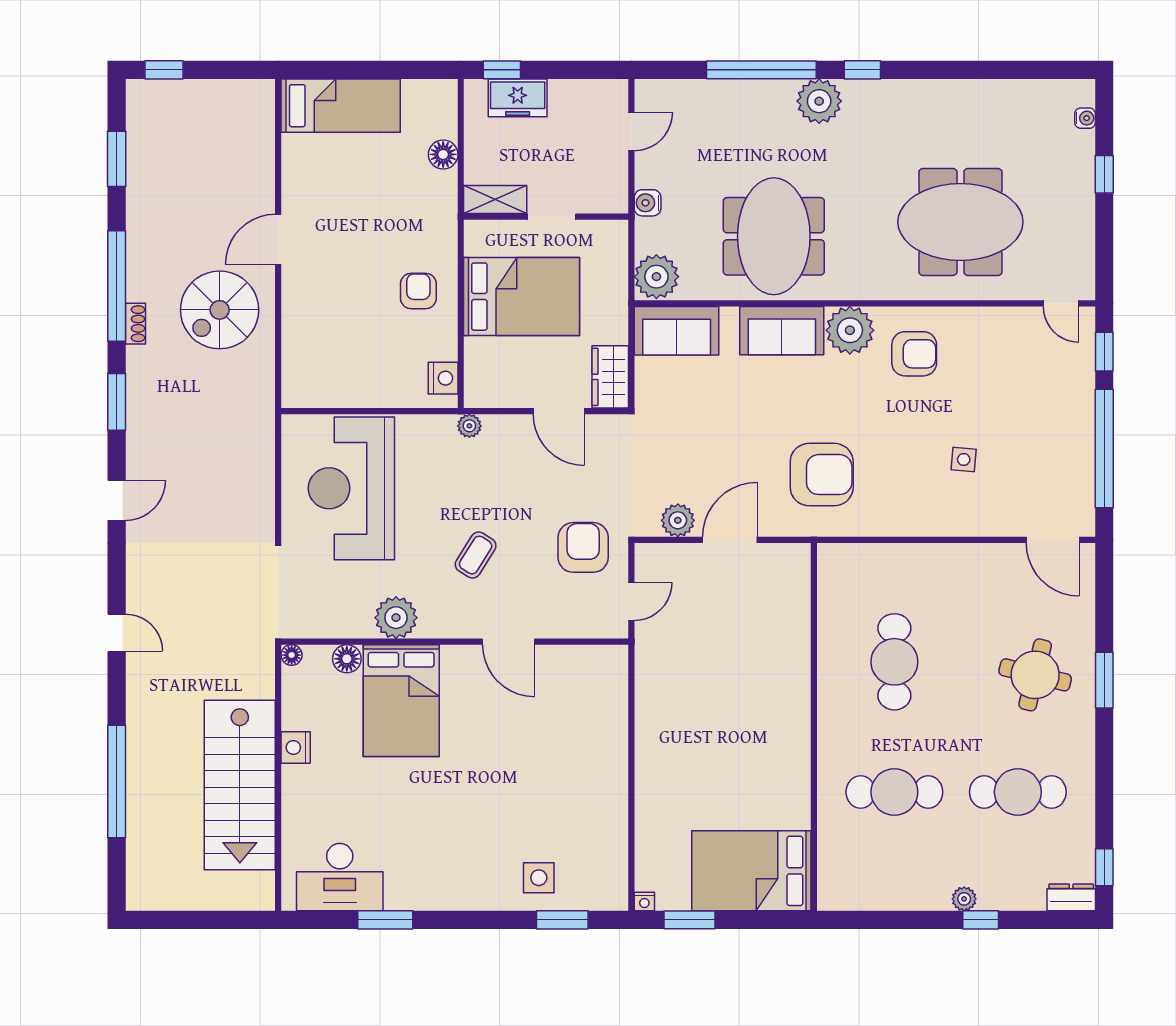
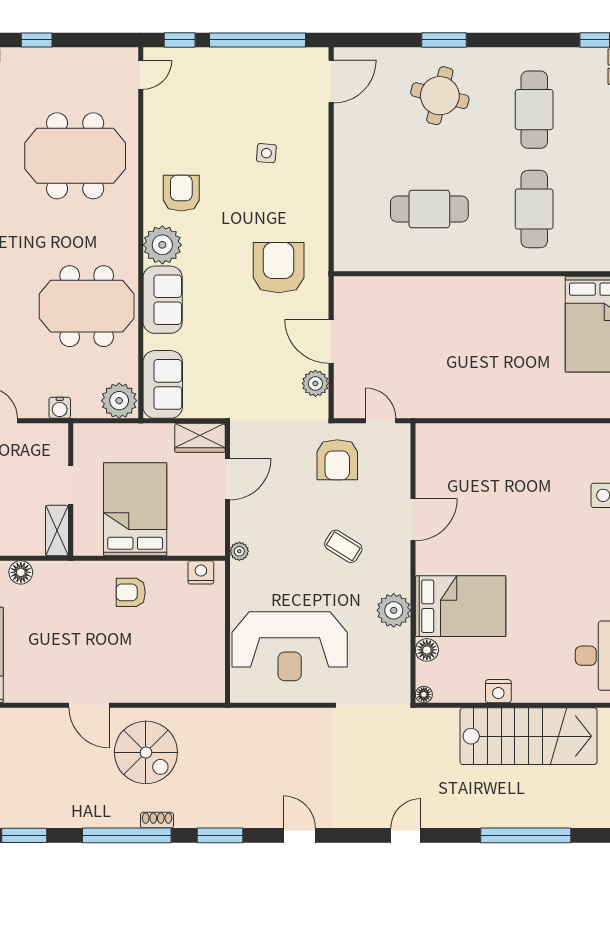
meeting table: (960, 222) -> (75, 156), turned 90
armchair: (583, 547) -> (337, 460), turned -90

